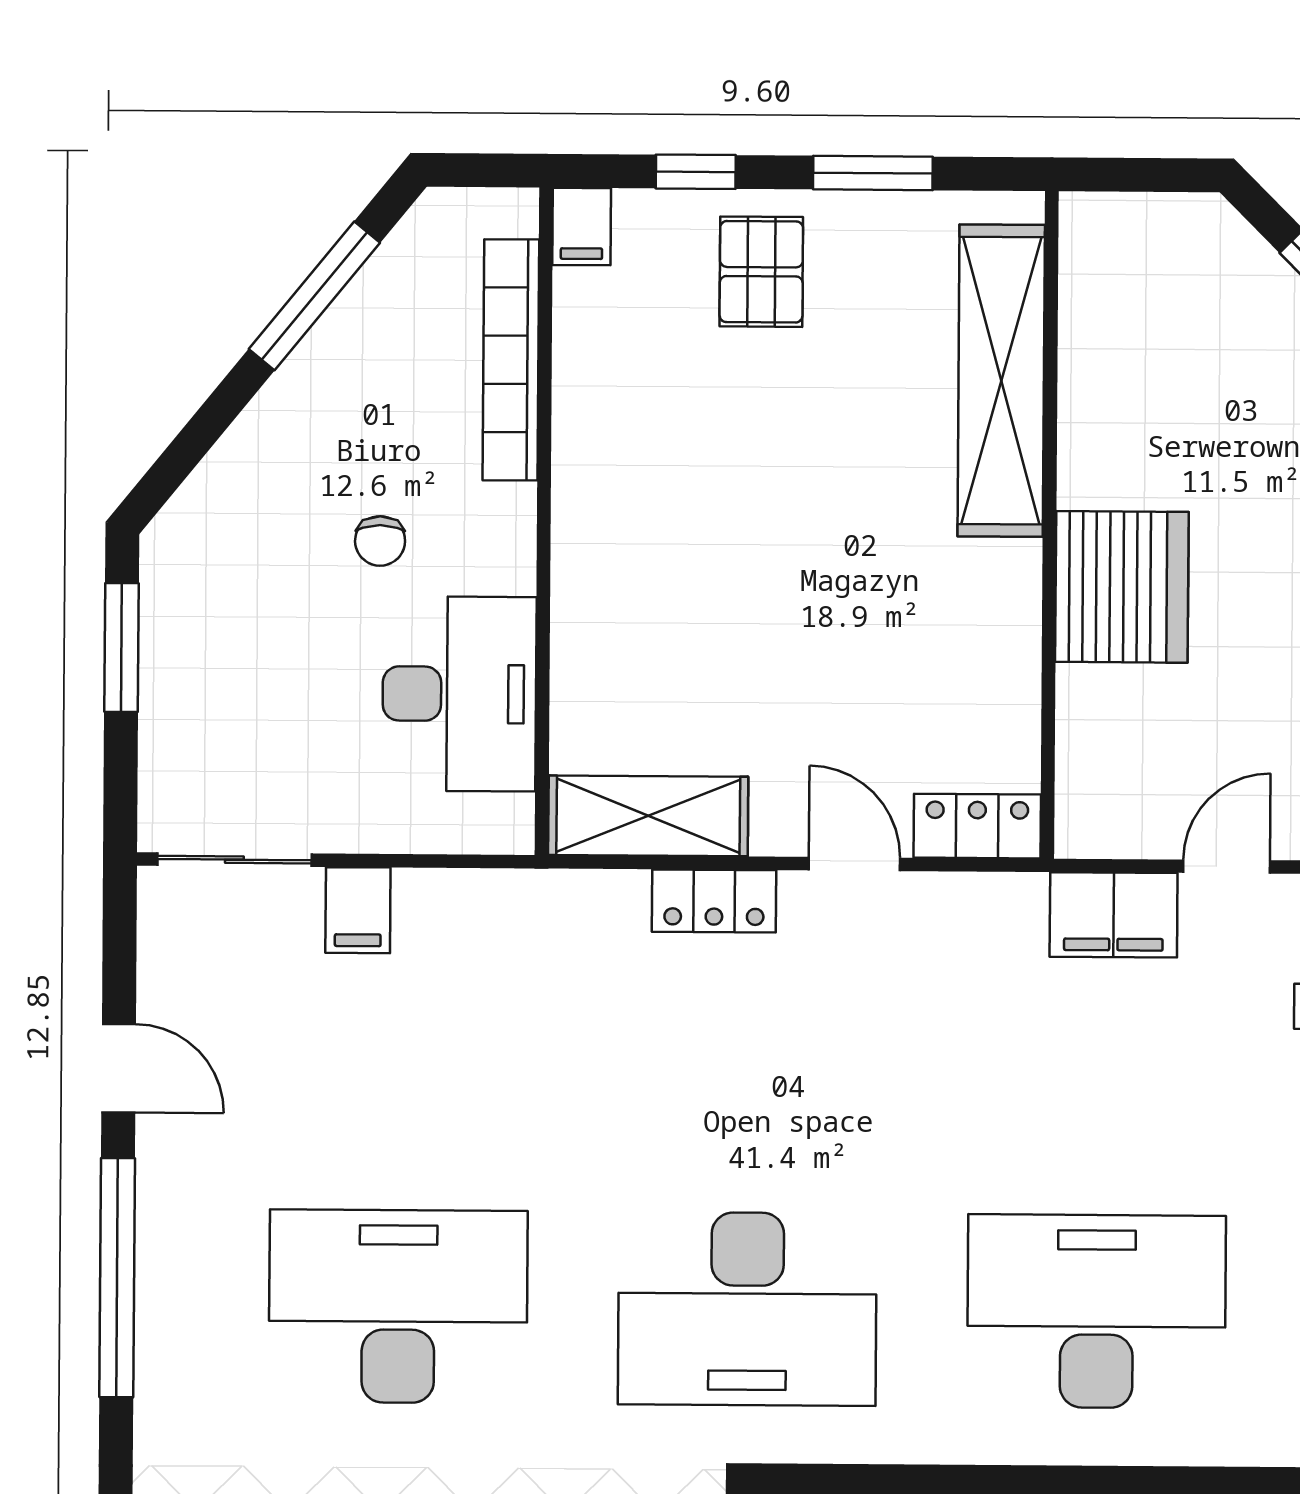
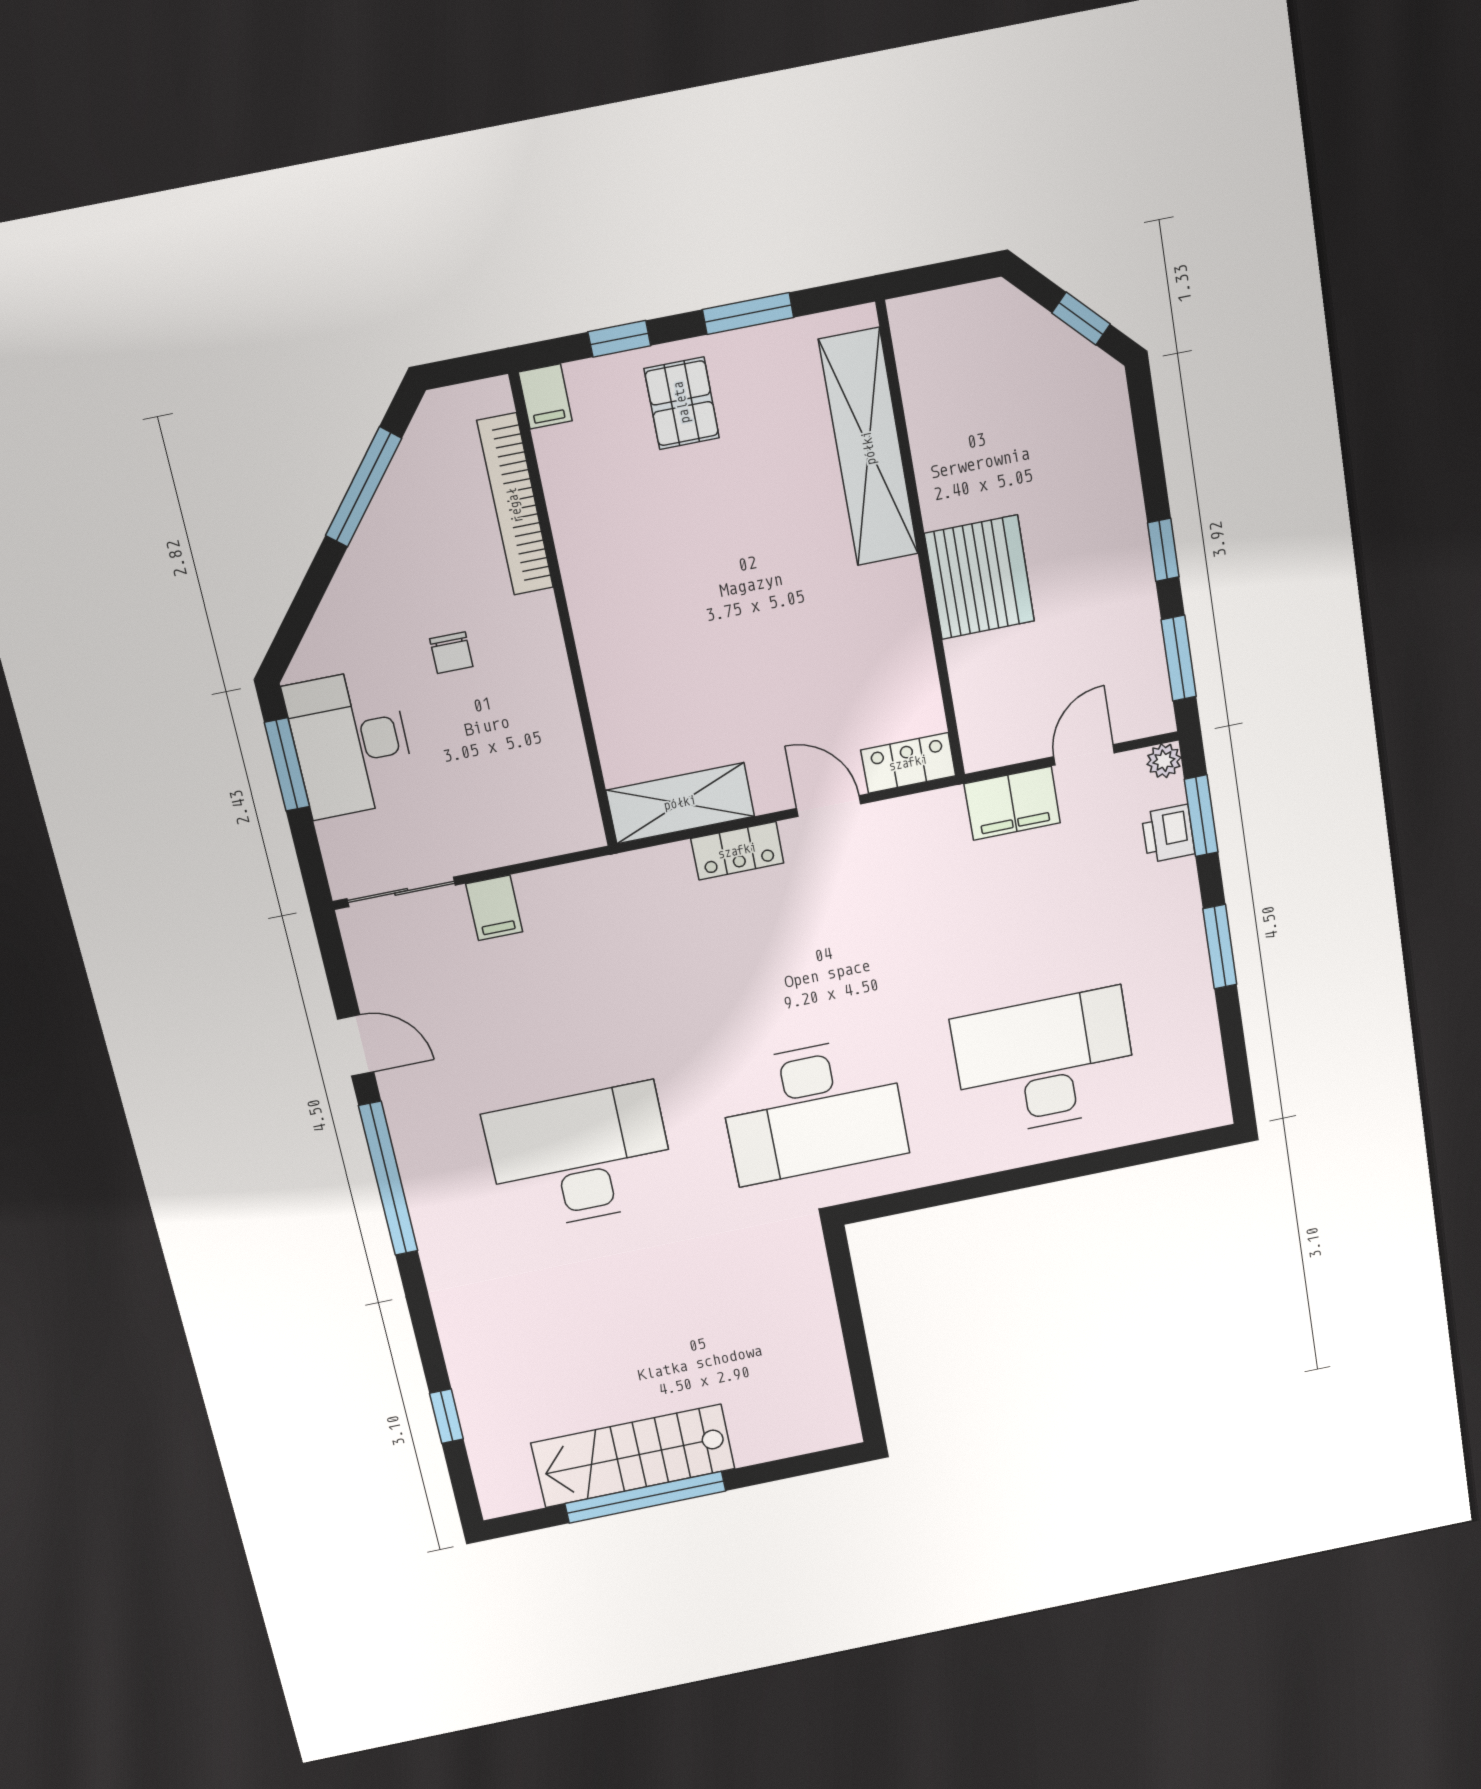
desk: (459, 694) -> (351, 743), moved, turned 180

